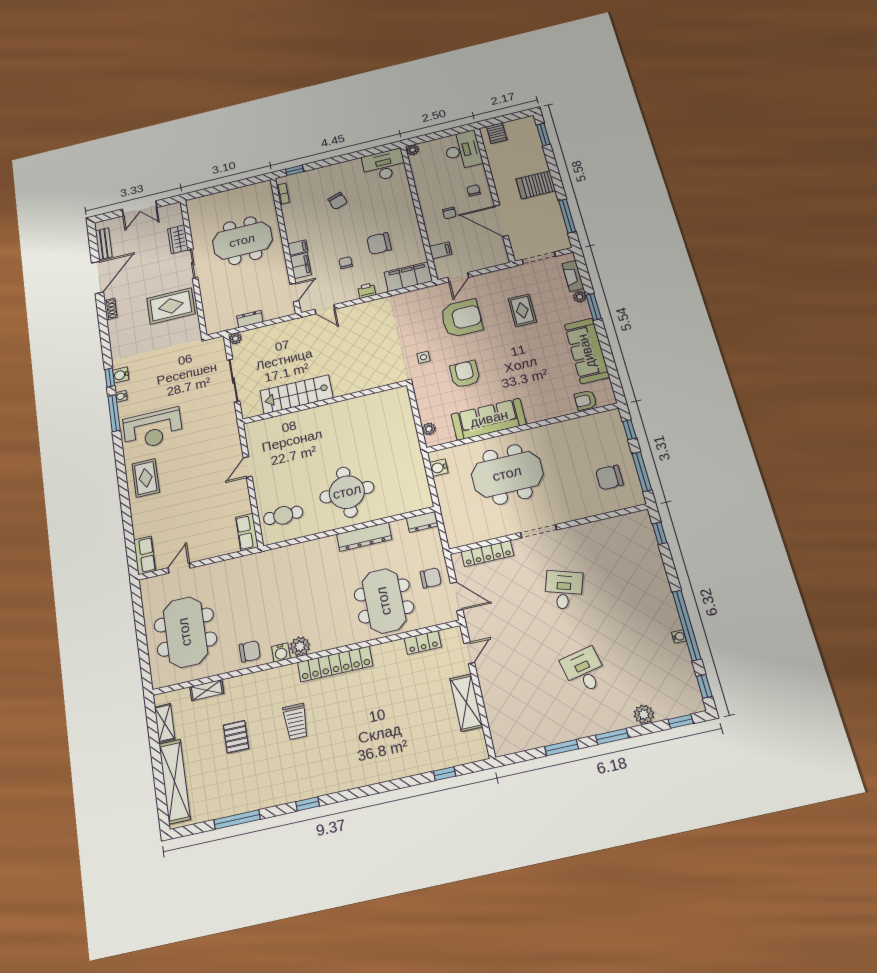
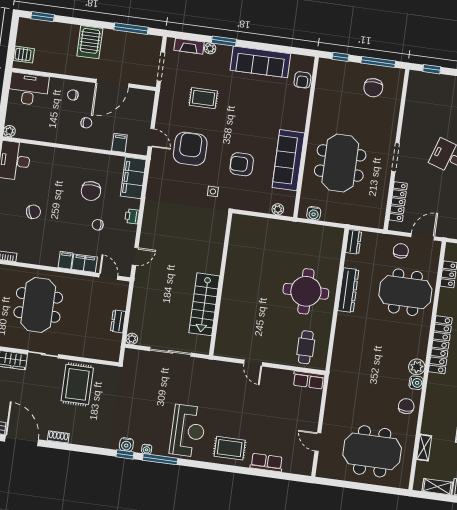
row of seats: (145, 555) -> (266, 463), moved

